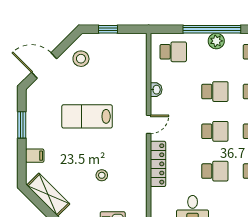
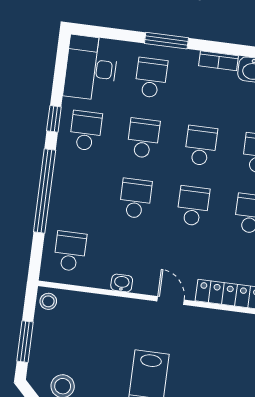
window: (108, 29) -> (25, 342), width x1.50
plant: (216, 41) -> (62, 187), removed
stool: (102, 175) -> (48, 301), moved

